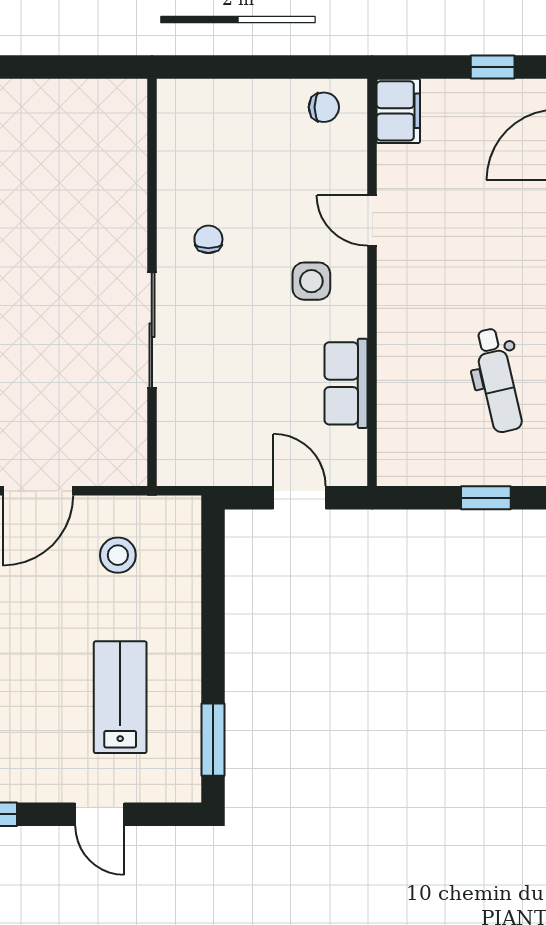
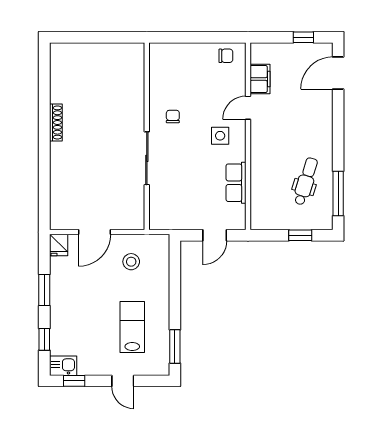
filing cabinet: (398, 111) -> (260, 79), moved
door: (372, 220) -> (248, 108), hinge flipped
dental chair: (498, 380) -> (306, 181), turned -150
door: (300, 498) -> (215, 235), swing flipped

